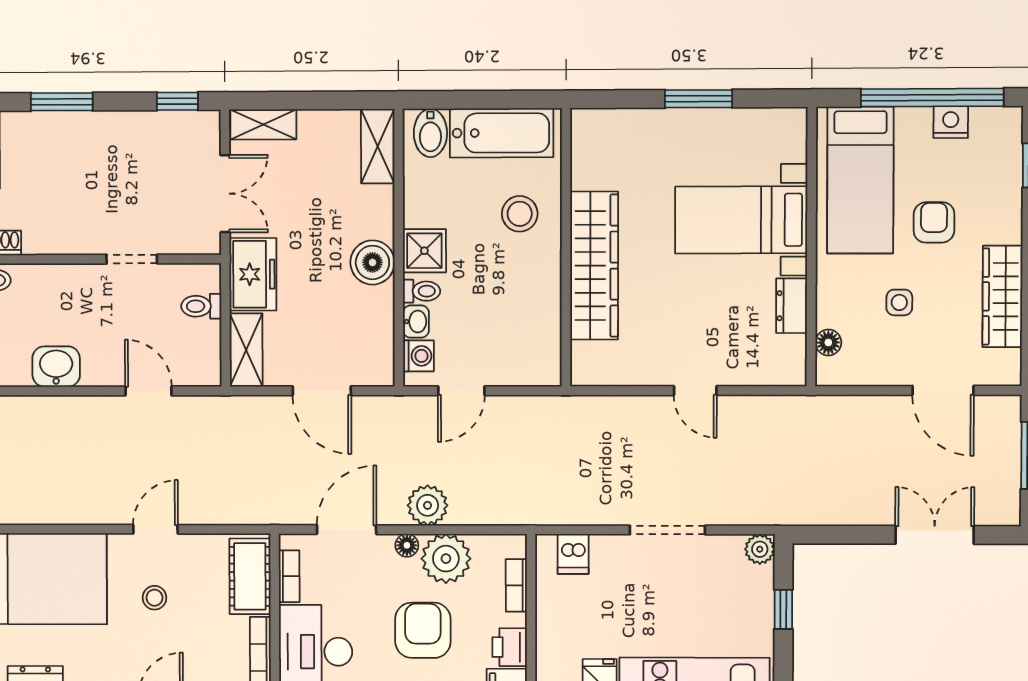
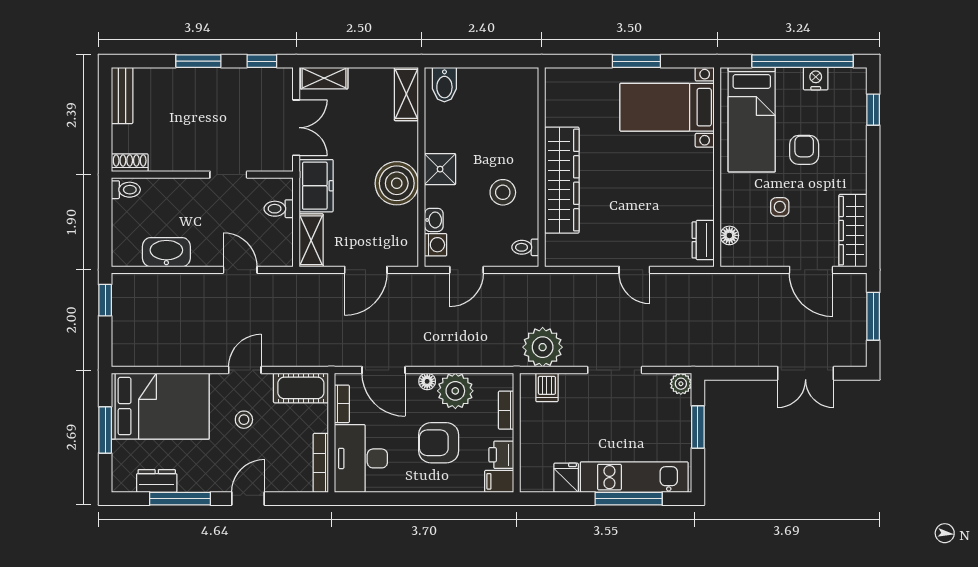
window: (62, 102) -> (198, 61), moved
bathtub: (502, 133) -> (496, 85), removed
stool: (520, 214) -> (503, 192), moved
bed with nightstands: (741, 220) -> (667, 107), moved
boiler: (372, 262) -> (397, 183), width x1.37, depth x1.37
toilet: (422, 291) -> (525, 247), moved, turned 180
wardrobe: (1002, 296) -> (853, 231), moved
dresser: (792, 306) -> (703, 240), moved
washbasin: (56, 367) -> (166, 252), width x1.38
door: (322, 391) -> (366, 270), hinge flipped
plant: (428, 505) -> (543, 347), moved, width x1.36, depth x1.36
door: (347, 530) -> (384, 370), swing flipped
double door: (935, 535) -> (806, 373), swing flipped
cot: (250, 576) -> (301, 388), moved, turned 90
window: (783, 609) -> (698, 427), width x1.50
armchair: (423, 630) -> (439, 443), turned -90

